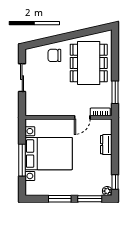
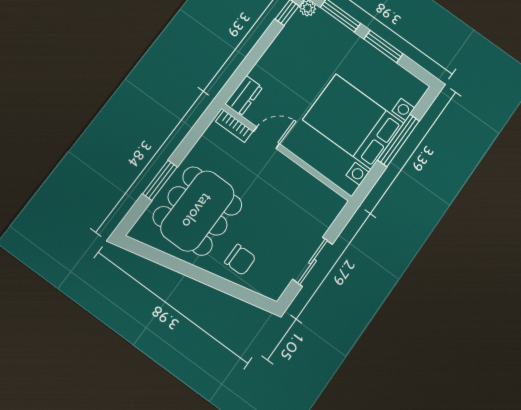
window: (115, 92) -> (160, 180), moved
dresser: (106, 145) -> (244, 96), moved

